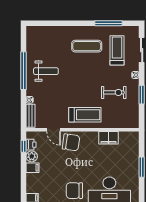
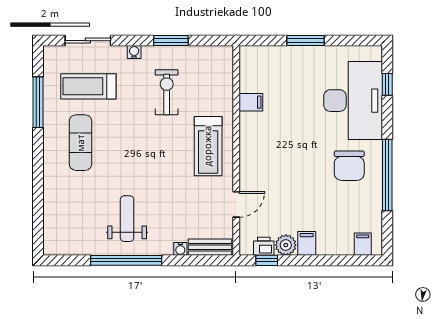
treadmill: (85, 115) -> (208, 146), turned 180
filing cabinet: (108, 138) -> (251, 102), width x0.50
chair: (71, 142) -> (260, 172), removed

